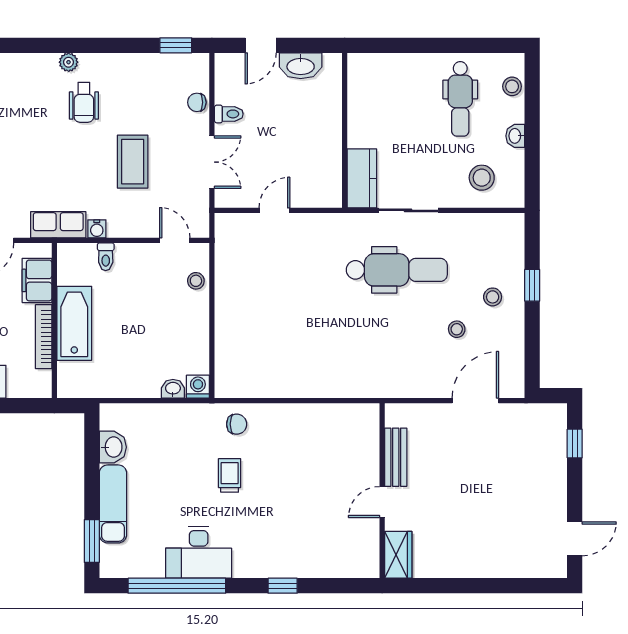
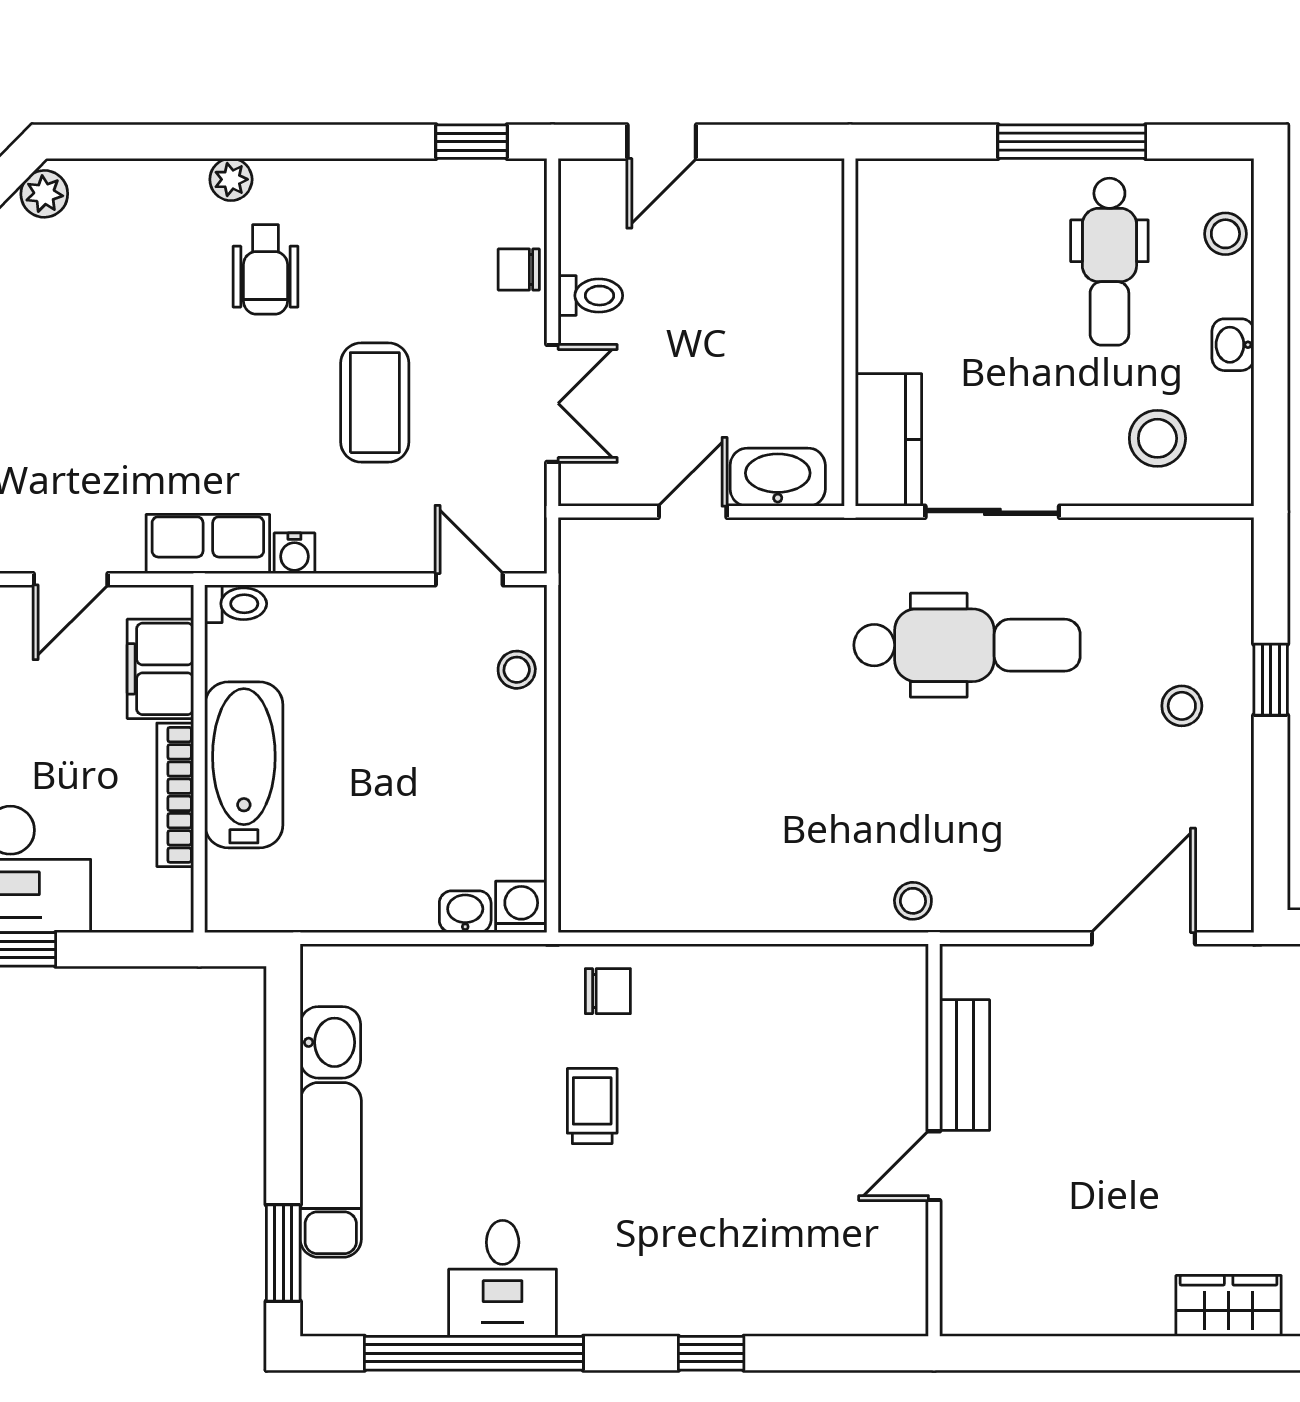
window: (444, 45) -> (1072, 142), added
washbasin: (301, 66) -> (778, 477), moved, turned 180
toilet: (106, 257) -> (236, 604), moved, turned -90
stool: (457, 329) -> (913, 901), moved
desk: (199, 552) -> (503, 1278), width x0.73
wardrobe: (398, 555) -> (1229, 1306), moved, turned -90

